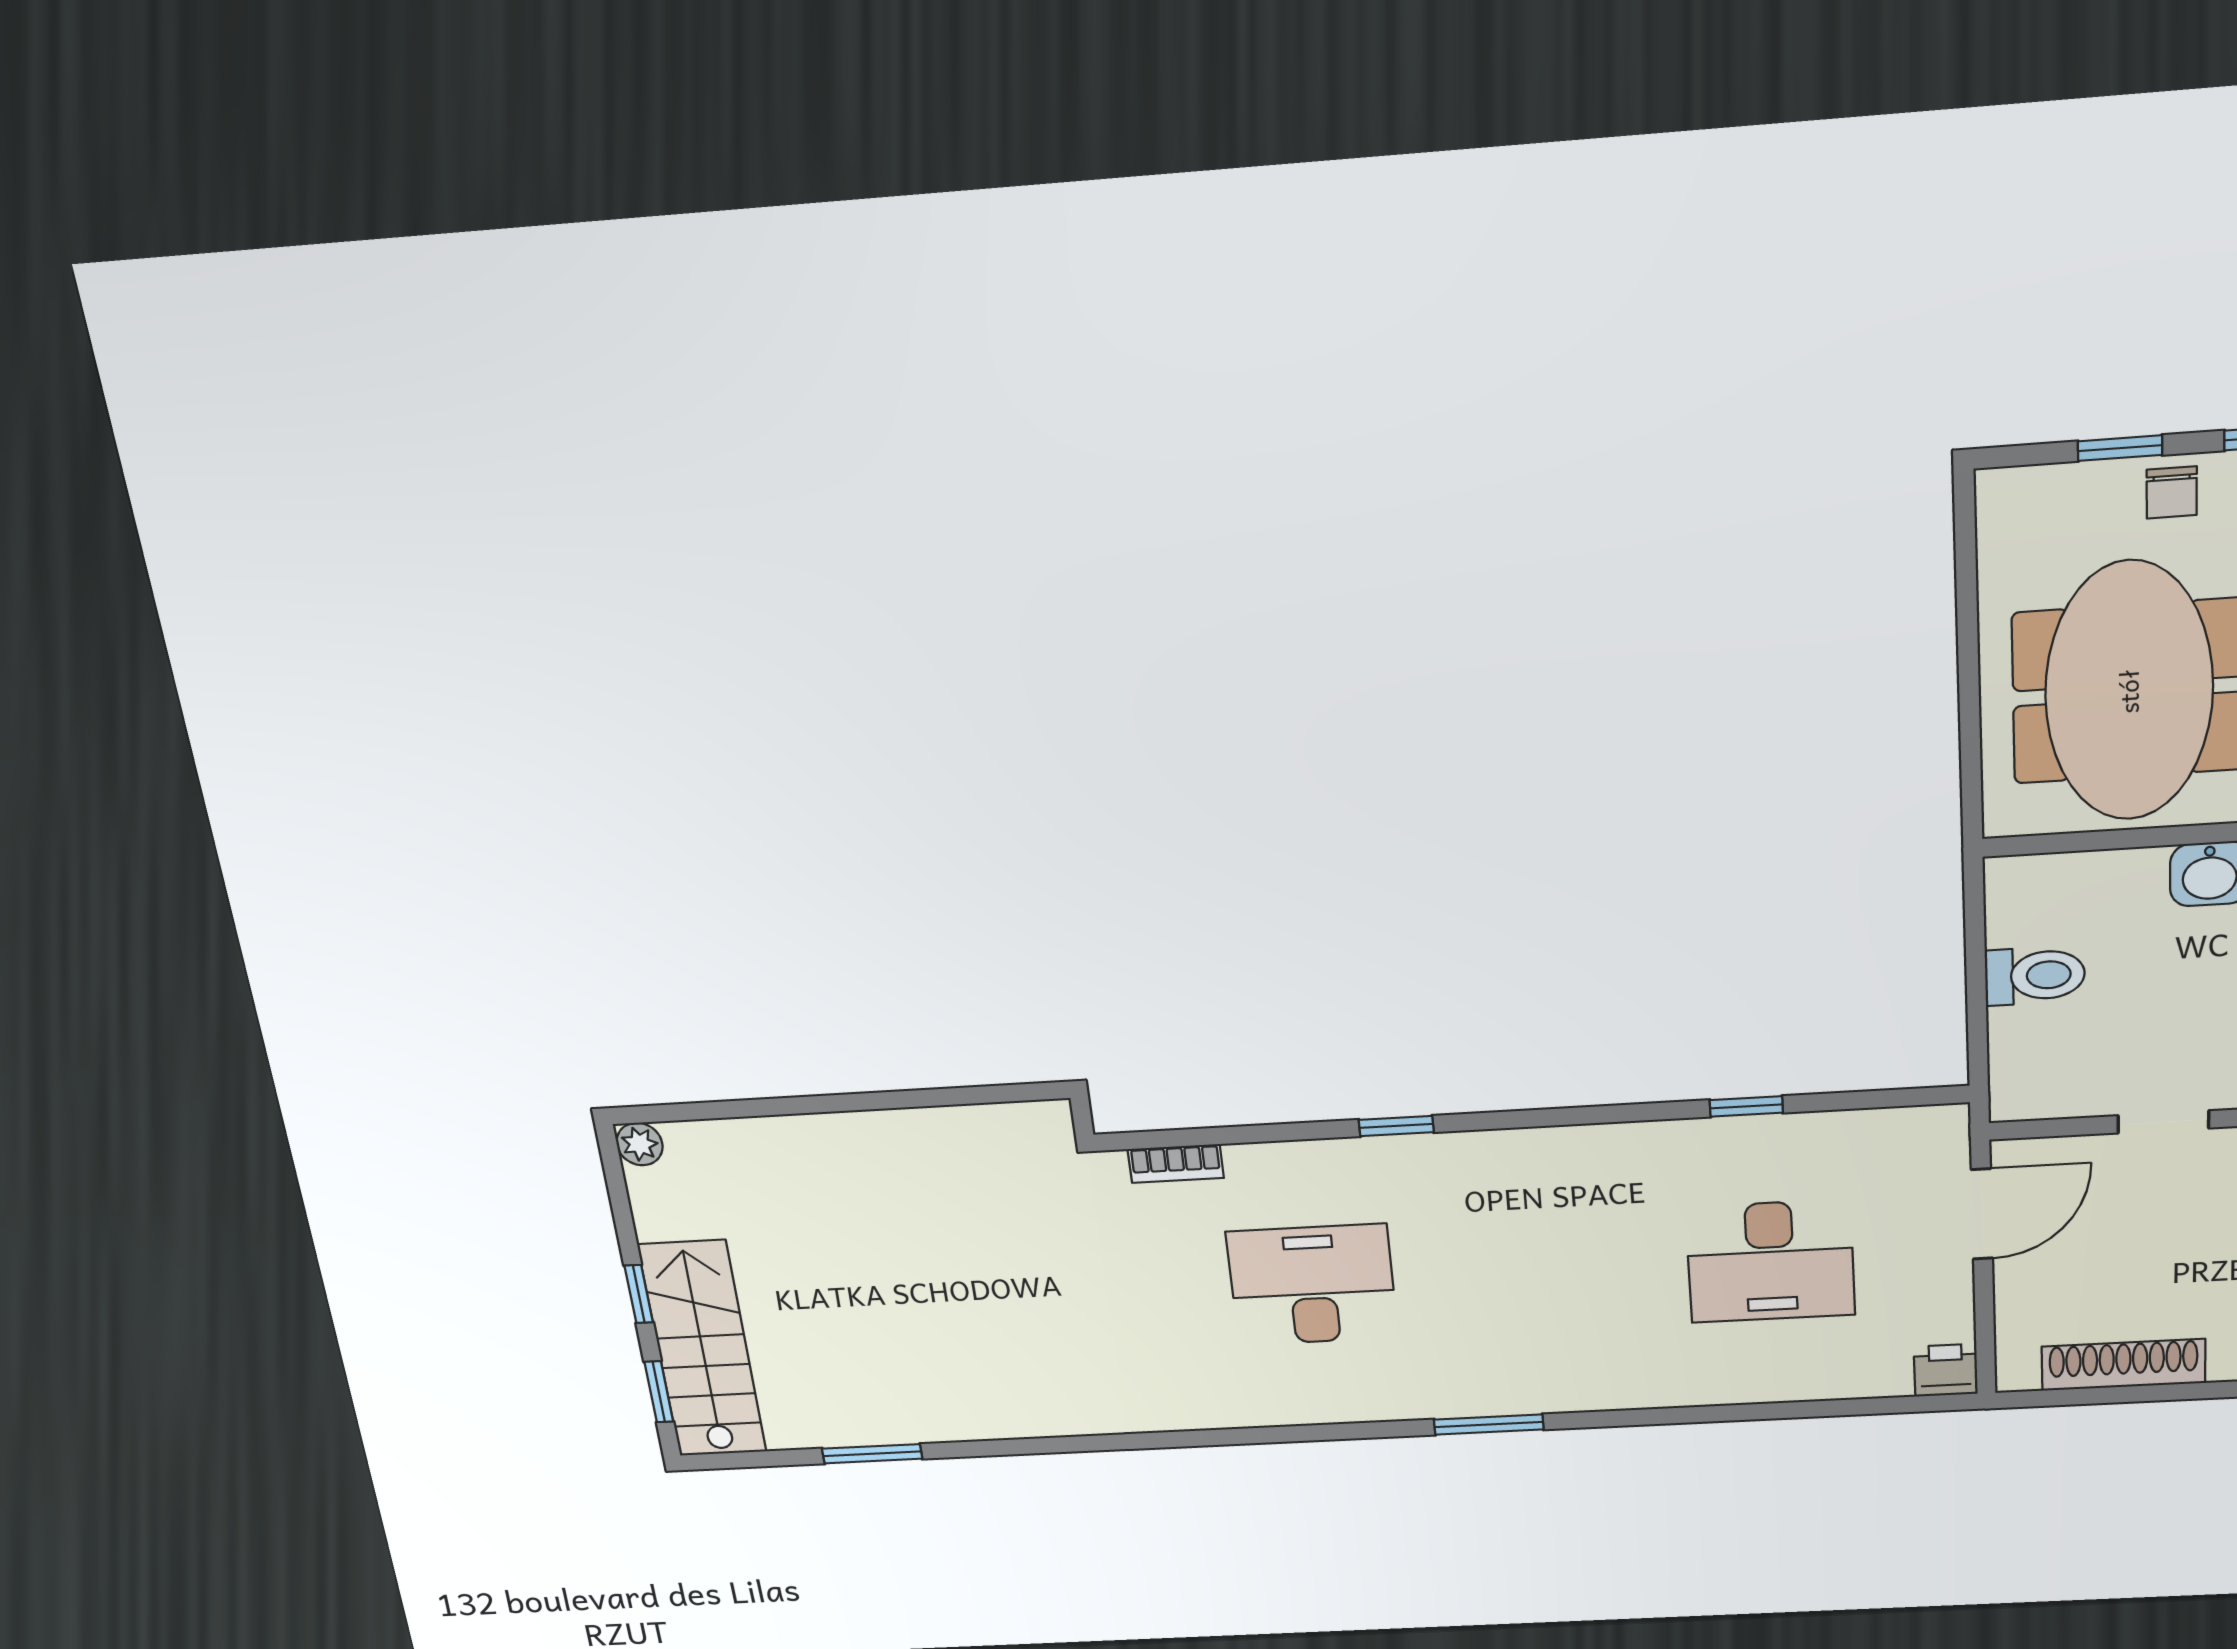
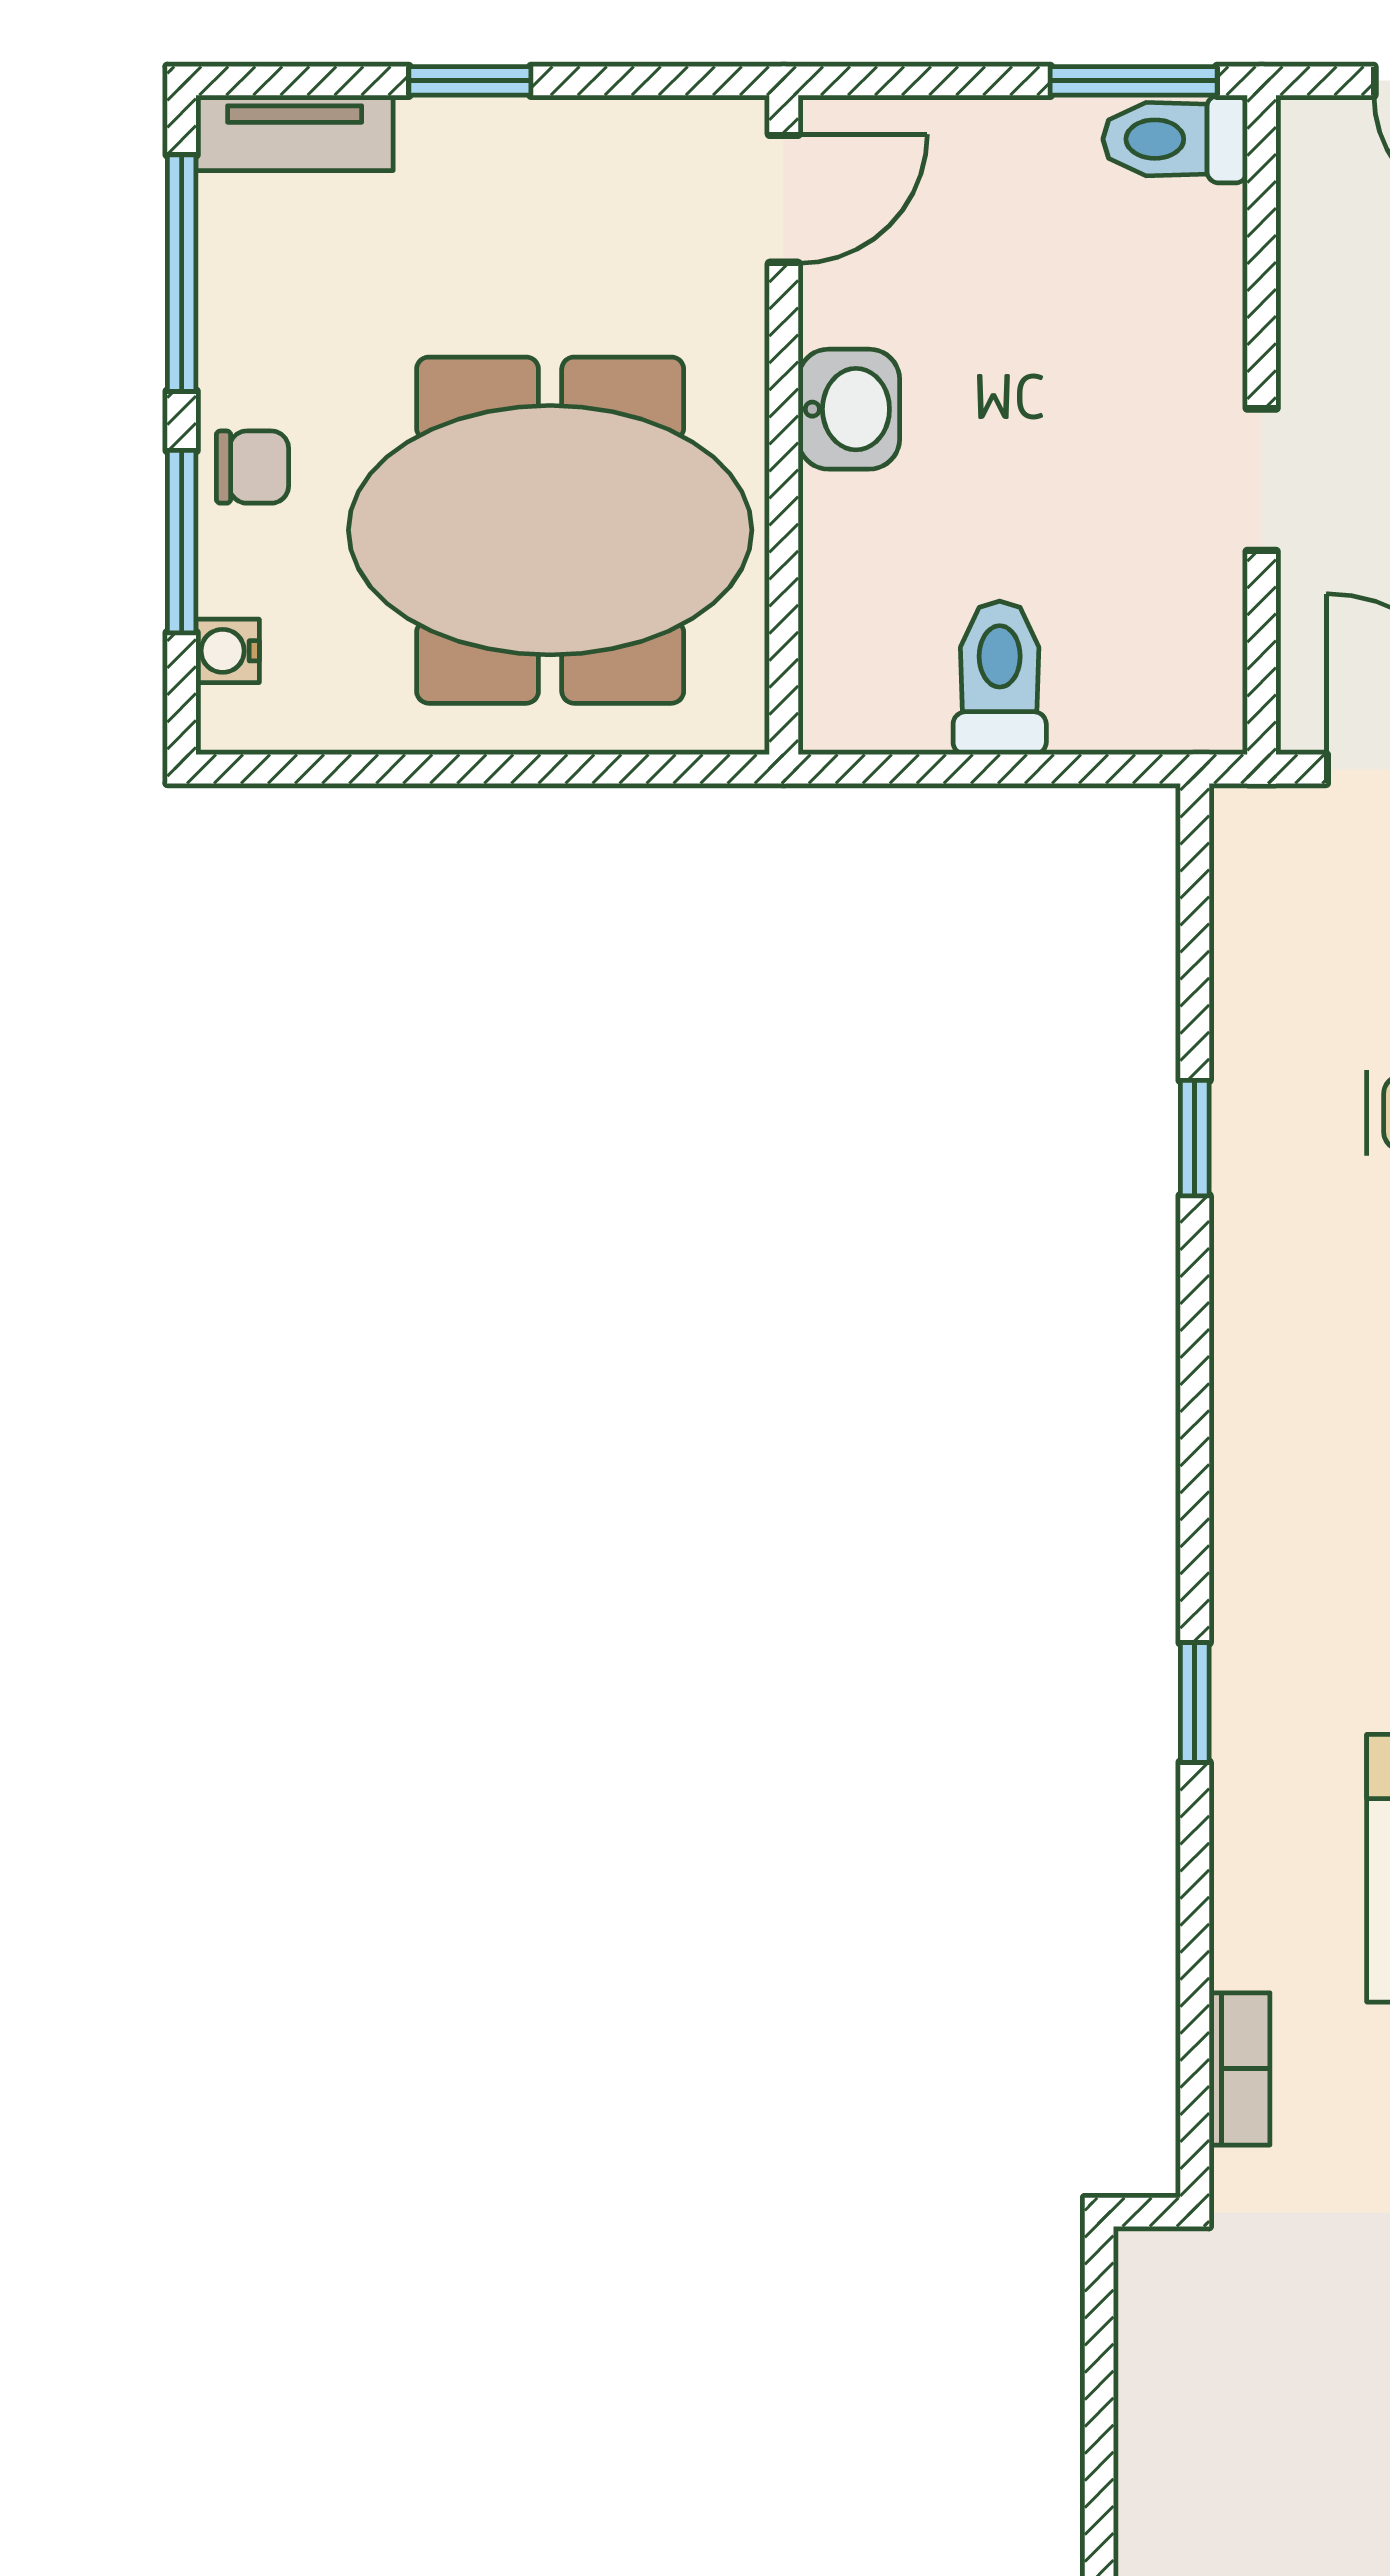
window: (2120, 448) -> (182, 542), width x1.50
water cooler: (2045, 485) -> (228, 651), added

